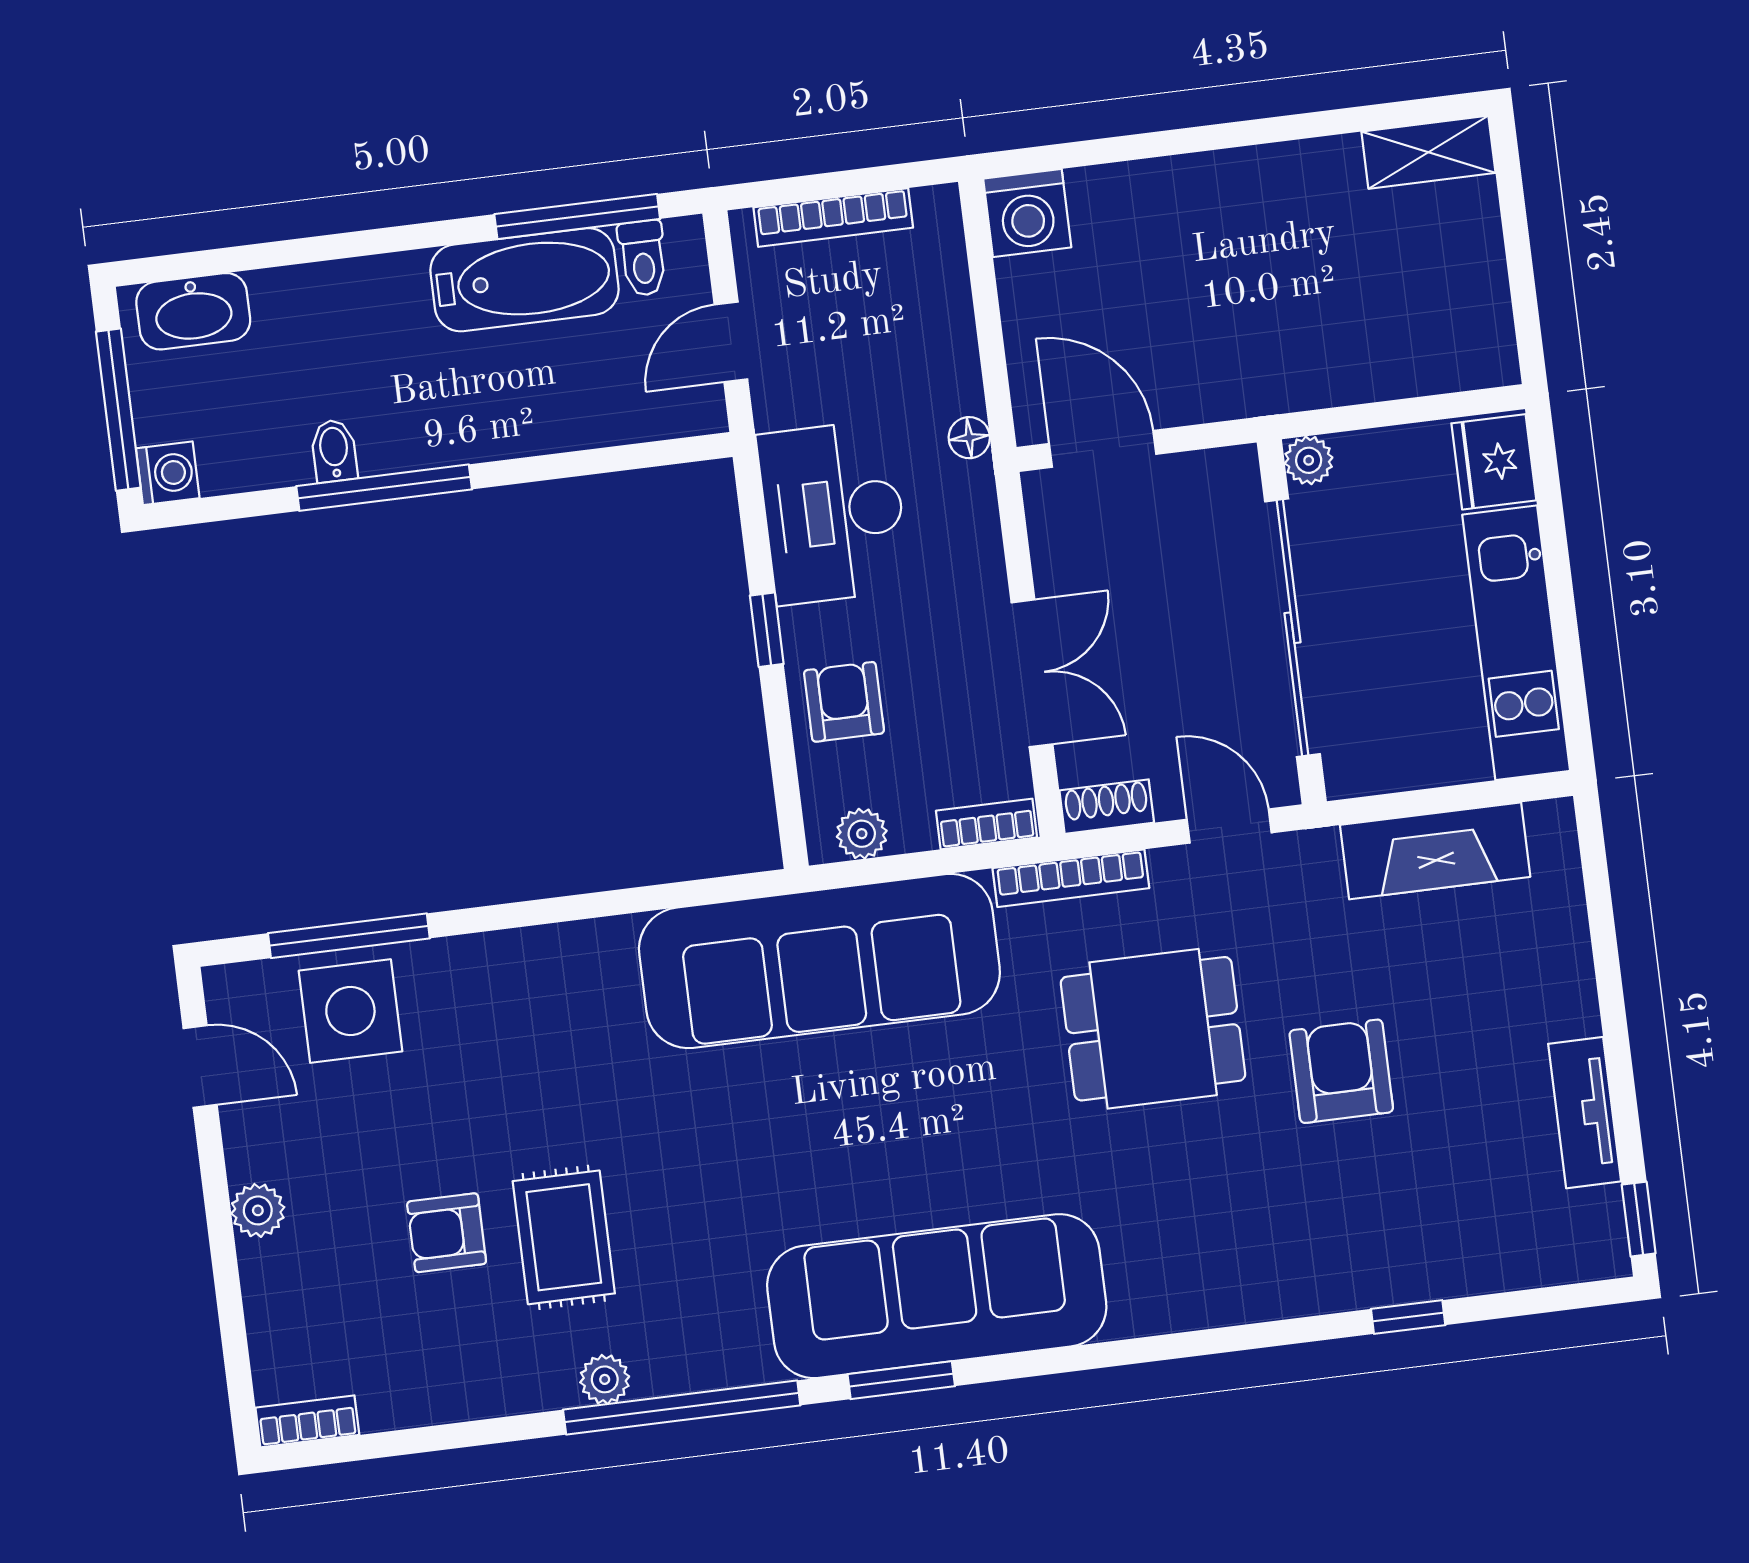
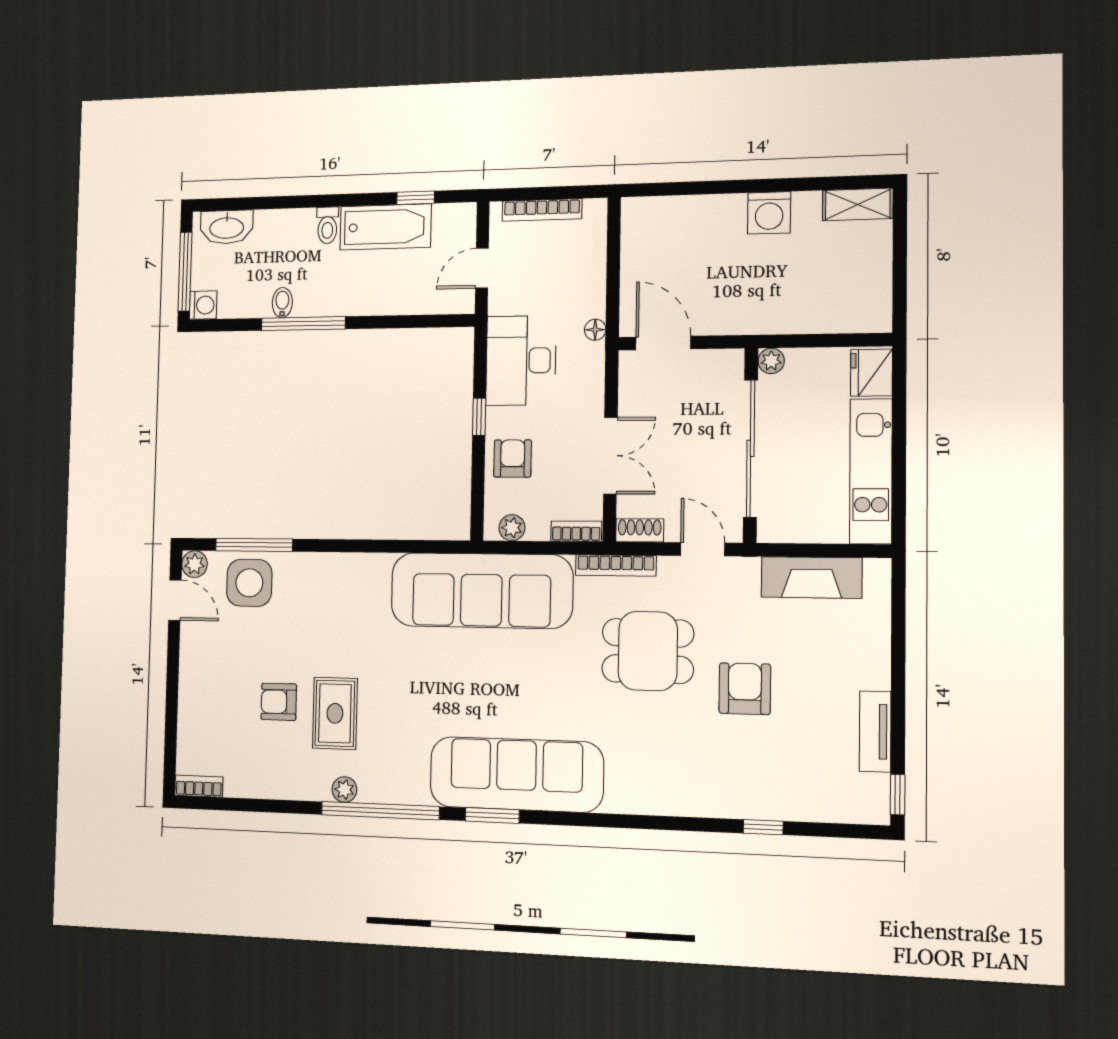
washing machine: (1027, 213) -> (769, 213), moved
window: (577, 217) -> (416, 198), width x0.46
toilet: (643, 258) -> (327, 225), moved
plant: (258, 1210) -> (195, 564), moved

